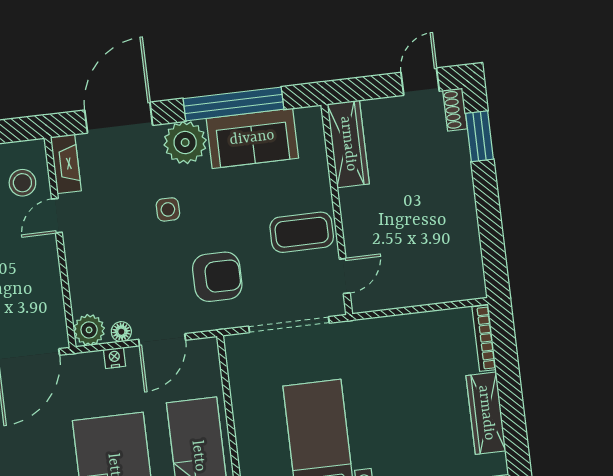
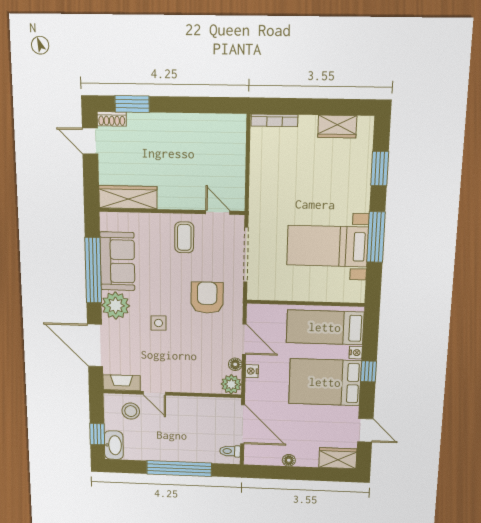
coffee table: (302, 232) -> (184, 237), width x0.73, depth x0.77
wardrobe: (486, 413) -> (337, 127), width x0.67

